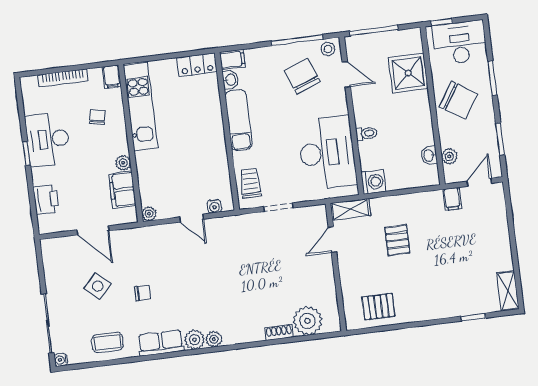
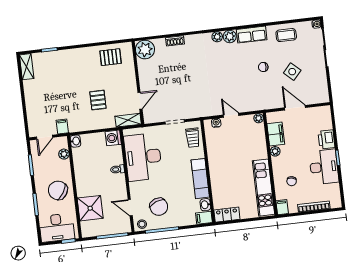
washbasin: (429, 156) -> (75, 141), moved
printer: (46, 199) -> (326, 139), moved
plant: (308, 321) -> (145, 50), moved

